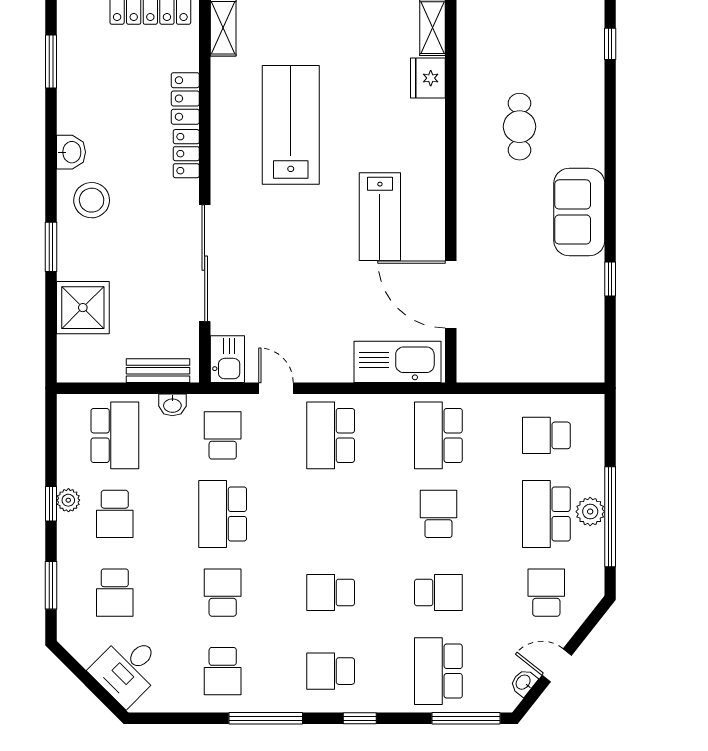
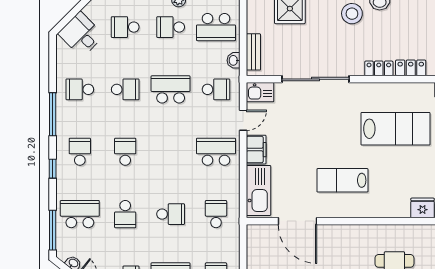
door: (451, 294) -> (297, 221), swing flipped
filing cabinet: (327, 366) -> (256, 150), added
school desk: (438, 435) -> (216, 214), width x0.54

